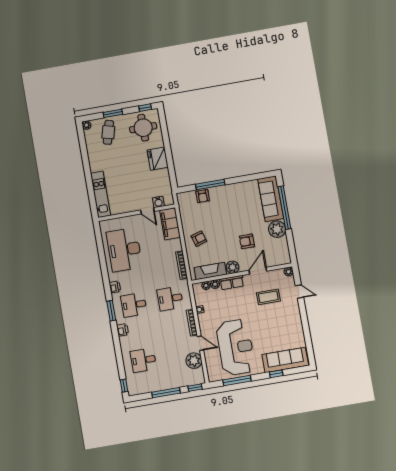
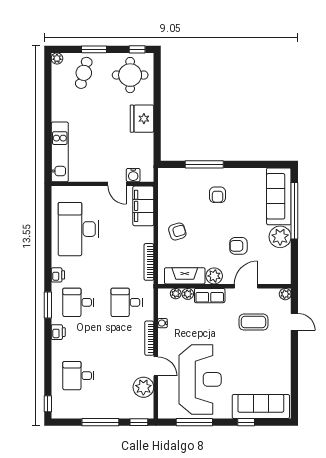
armchair: (203, 196) -> (218, 195), moved

